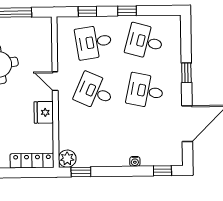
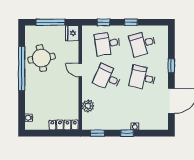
desk: (145, 41) -> (143, 44), turned -30
fridge: (44, 112) -> (72, 33), moved
plant: (67, 159) -> (88, 106), moved
window: (162, 171) -> (127, 133), moved

